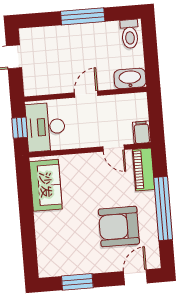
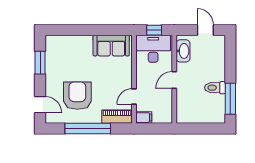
window: (83, 16) -> (230, 99), moved
toilet: (130, 34) -> (215, 88), moved
washbasin: (130, 78) -> (183, 51), moved
door: (86, 94) -> (174, 80), swing flipped

